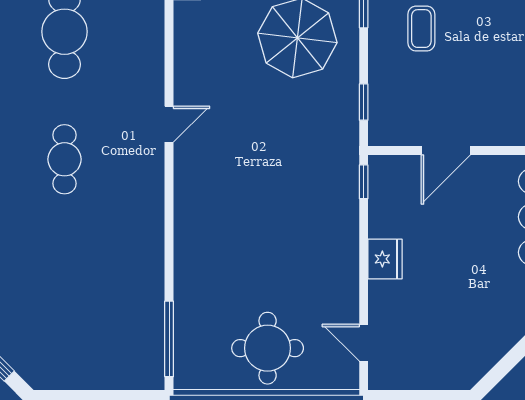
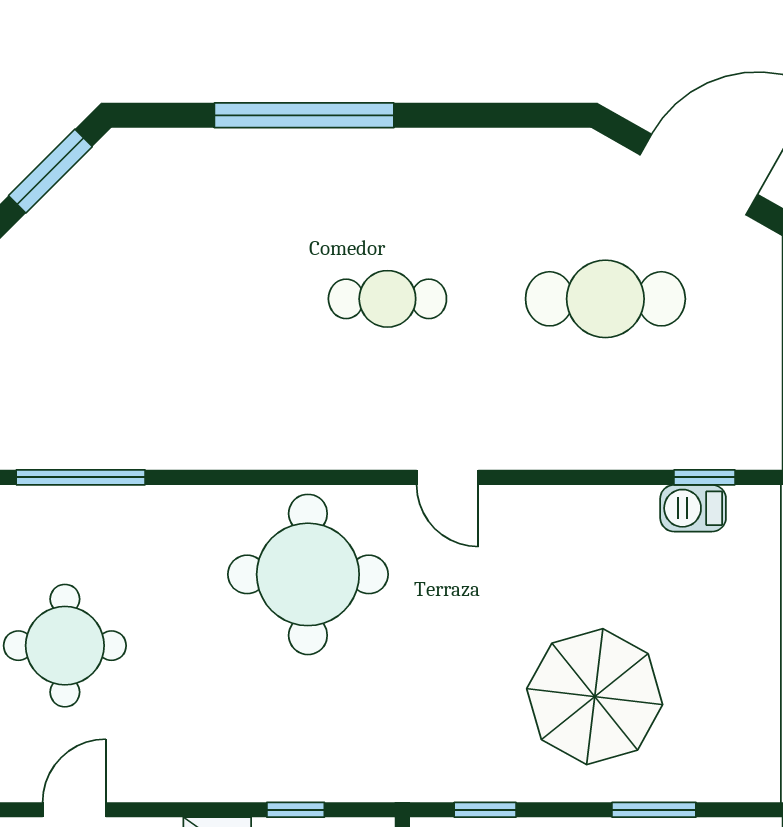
window: (364, 182) -> (296, 810), moved
round table: (226, 206) -> (308, 574), added

